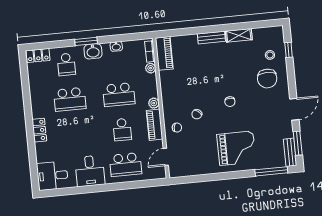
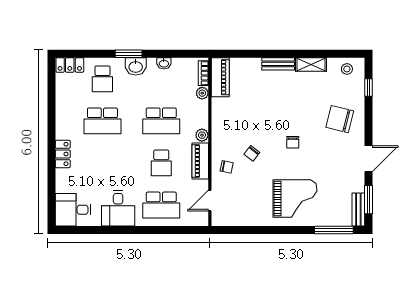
stool: (270, 55) -> (347, 69), moved
chair: (267, 79) -> (340, 119), turned 104

